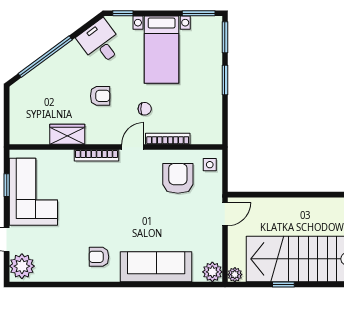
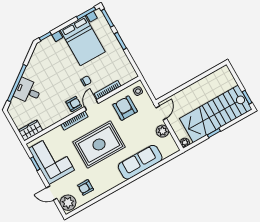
desk: (100, 42) -> (28, 91), moved
bed with nightstands: (162, 50) -> (83, 41), width x1.36
armchair: (100, 96) -> (74, 104), moved
wardrobe: (67, 134) -> (30, 130), moved
rug: (112, 209) -> (99, 144), added
armchair: (99, 257) -> (86, 187), moved
plant: (212, 272) -> (163, 131), moved

